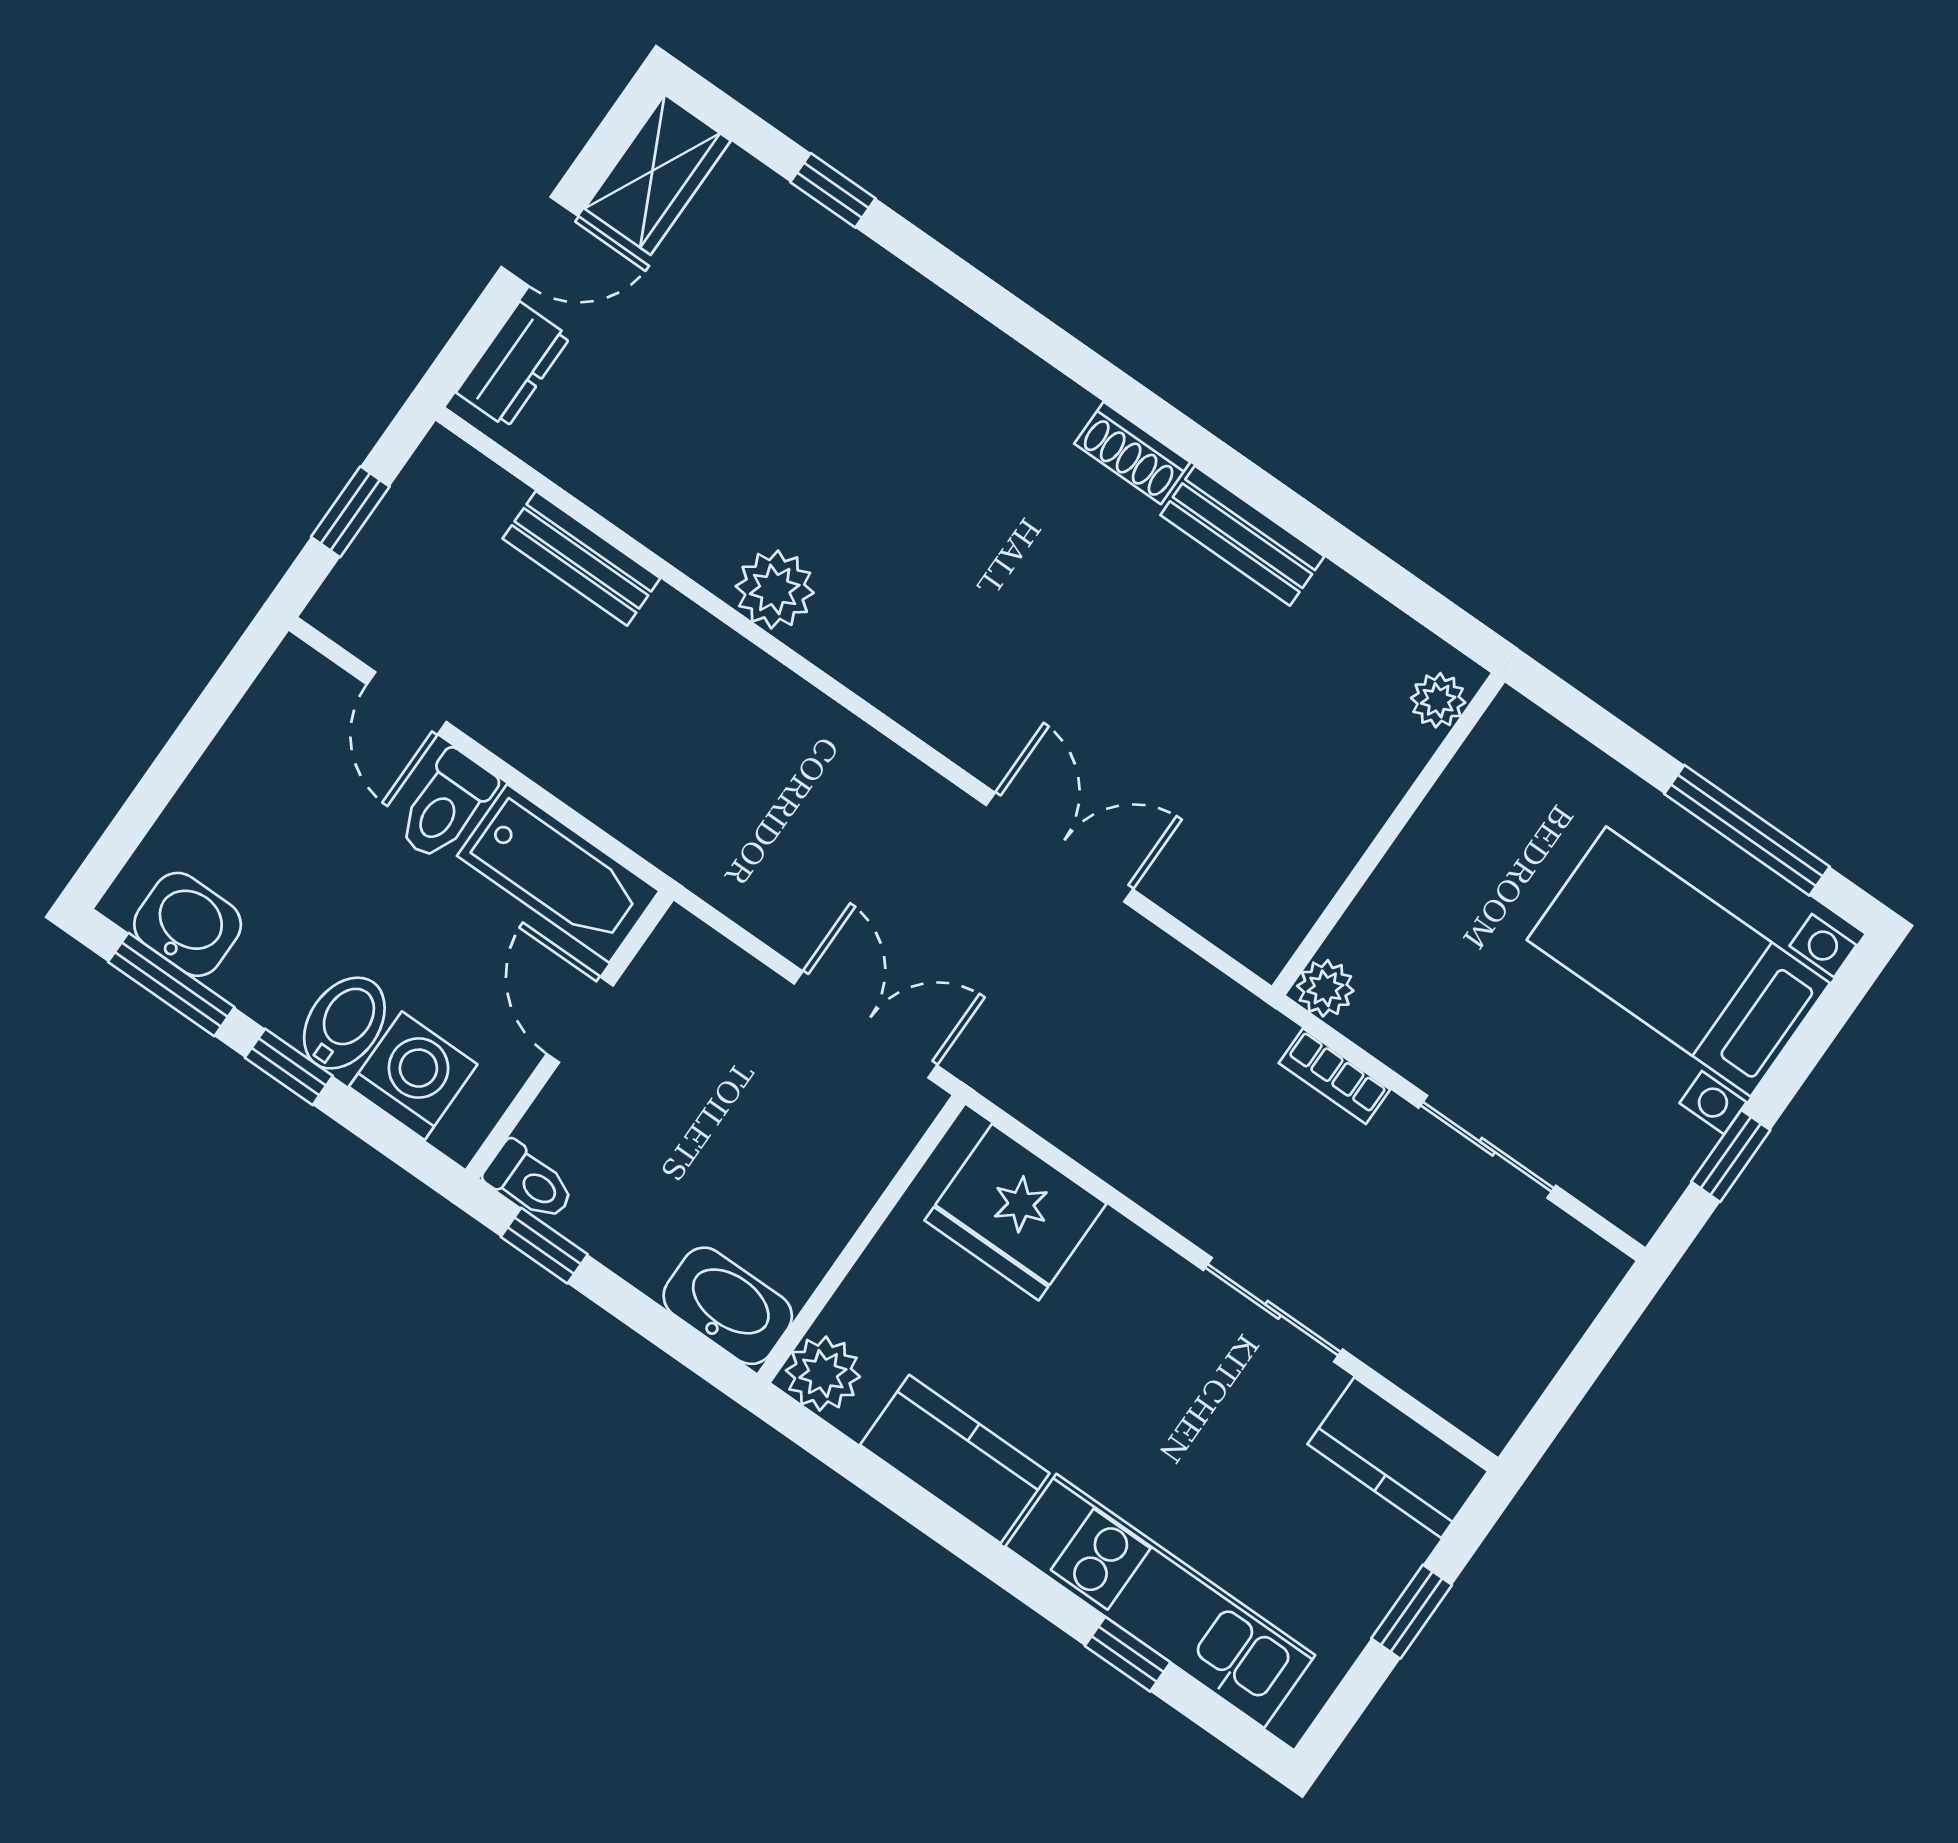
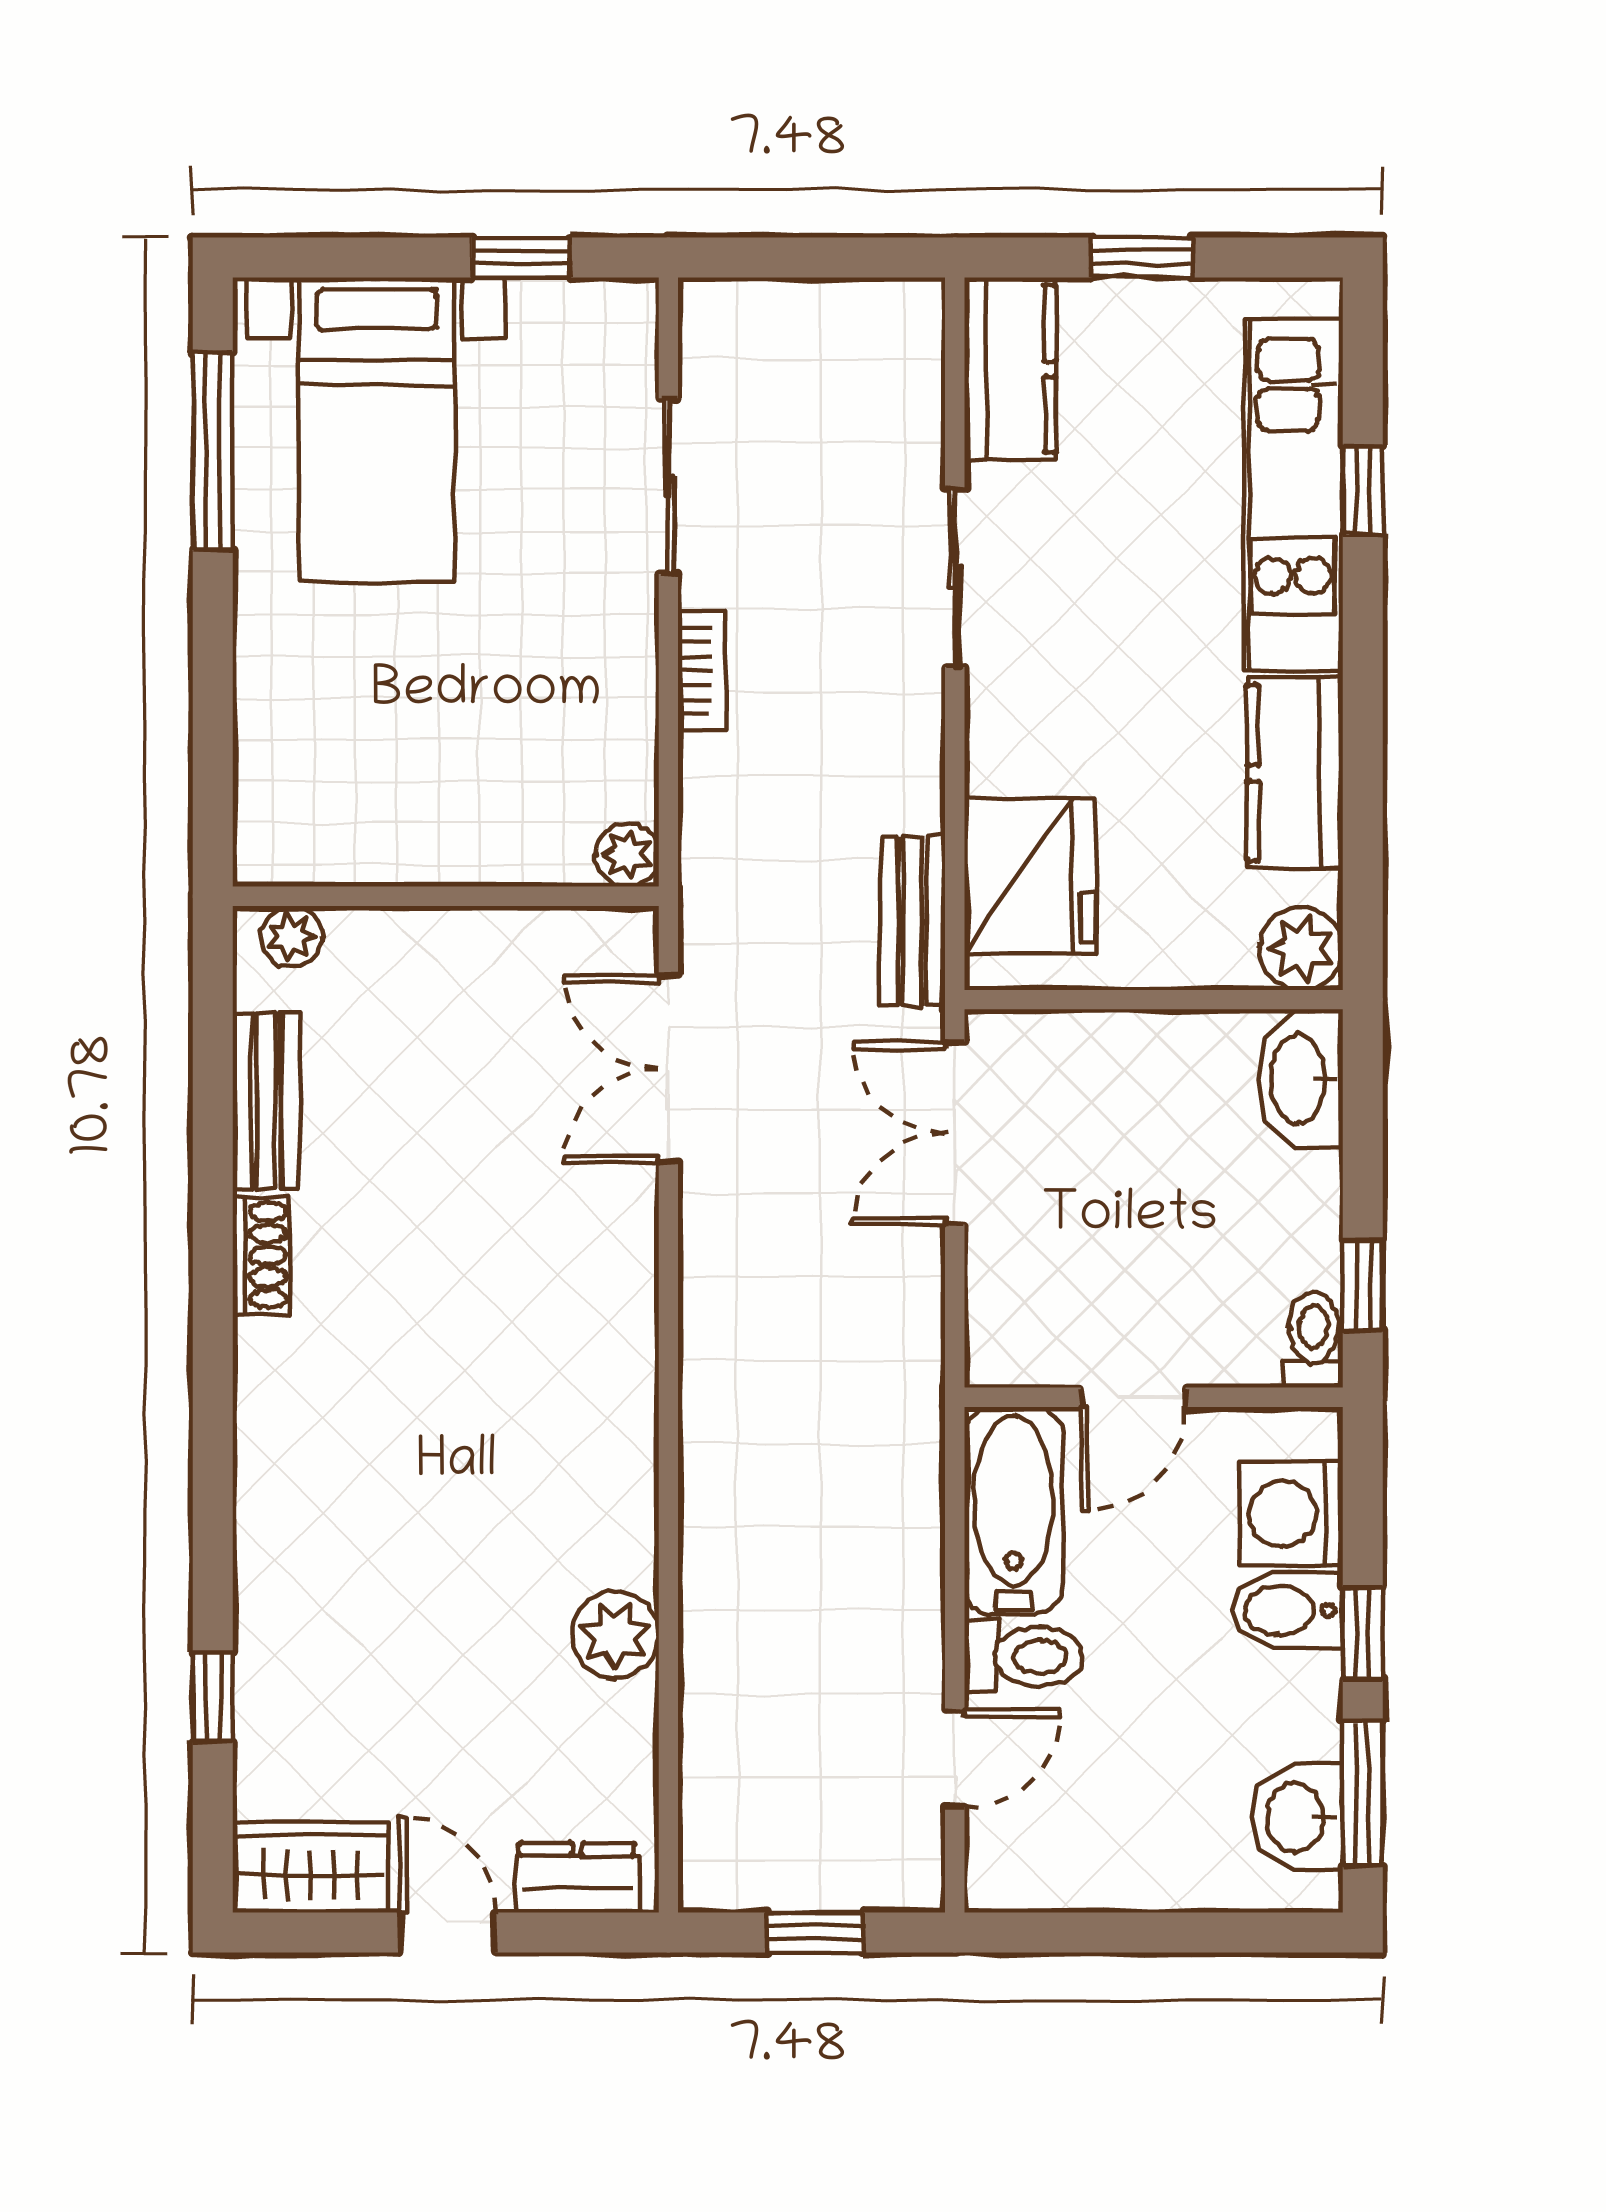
bench: (581, 558) -> (913, 921), moved
plant: (775, 589) -> (615, 1635), moved
plant: (1438, 700) -> (292, 936), moved
wall: (1388, 834) -> (446, 896), moved
plant: (1325, 988) -> (627, 855), moved

